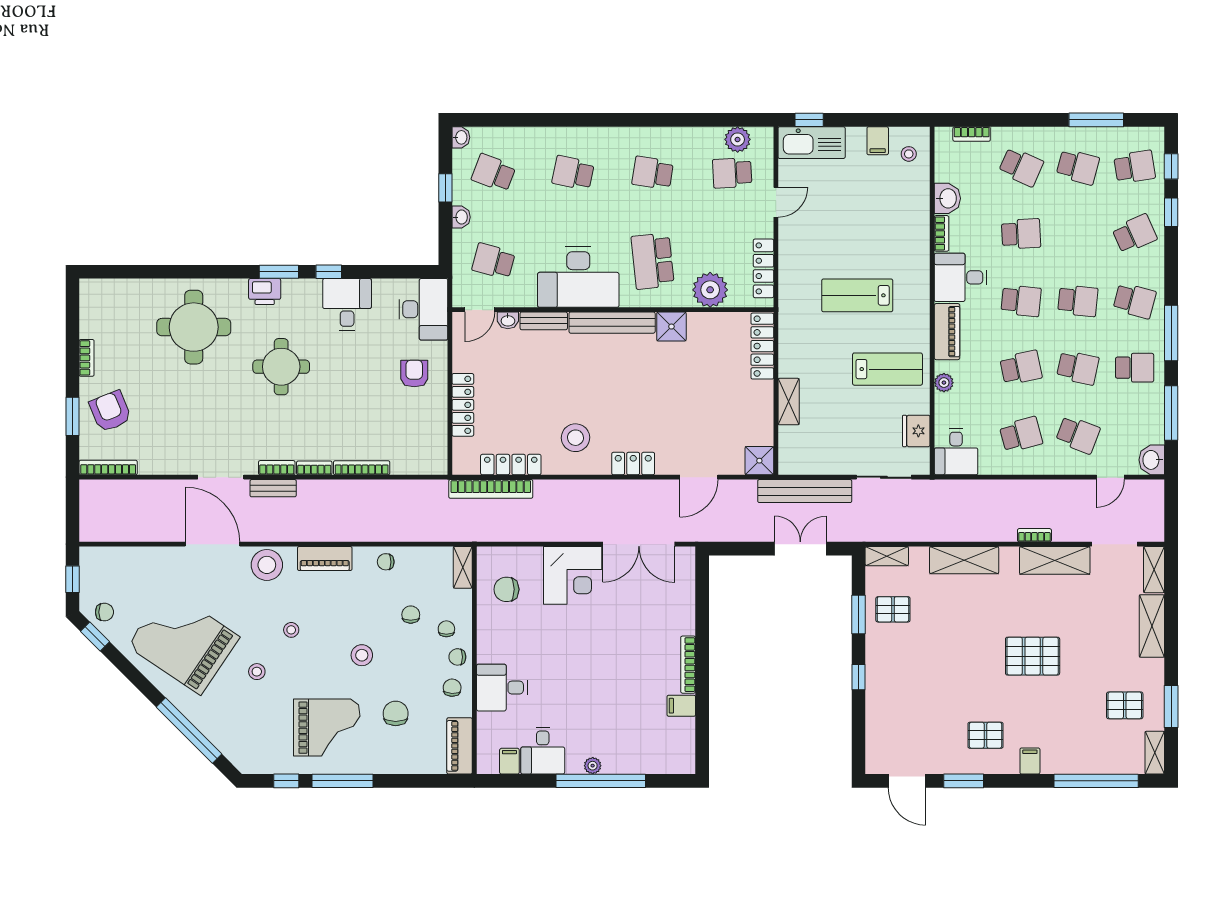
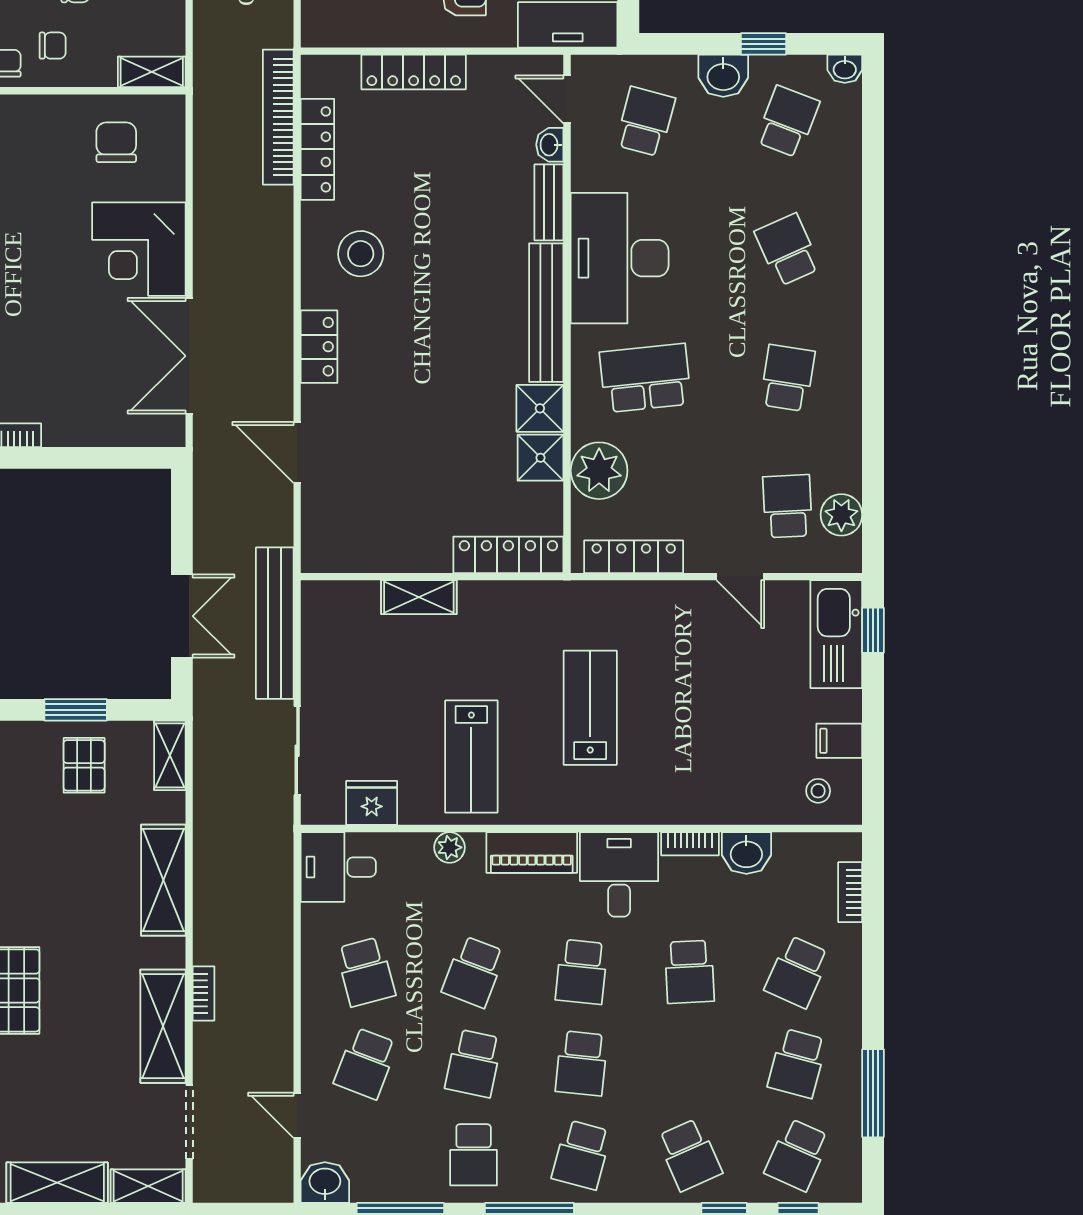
school desk: (1135, 167) -> (797, 1155), turned 33
school desk: (573, 173) -> (788, 250), turned -36
washbasin: (461, 217) -> (723, 76), width x1.38, depth x1.45
school desk: (1021, 368) -> (474, 972), turned 33
shower: (759, 461) -> (541, 458), moved

